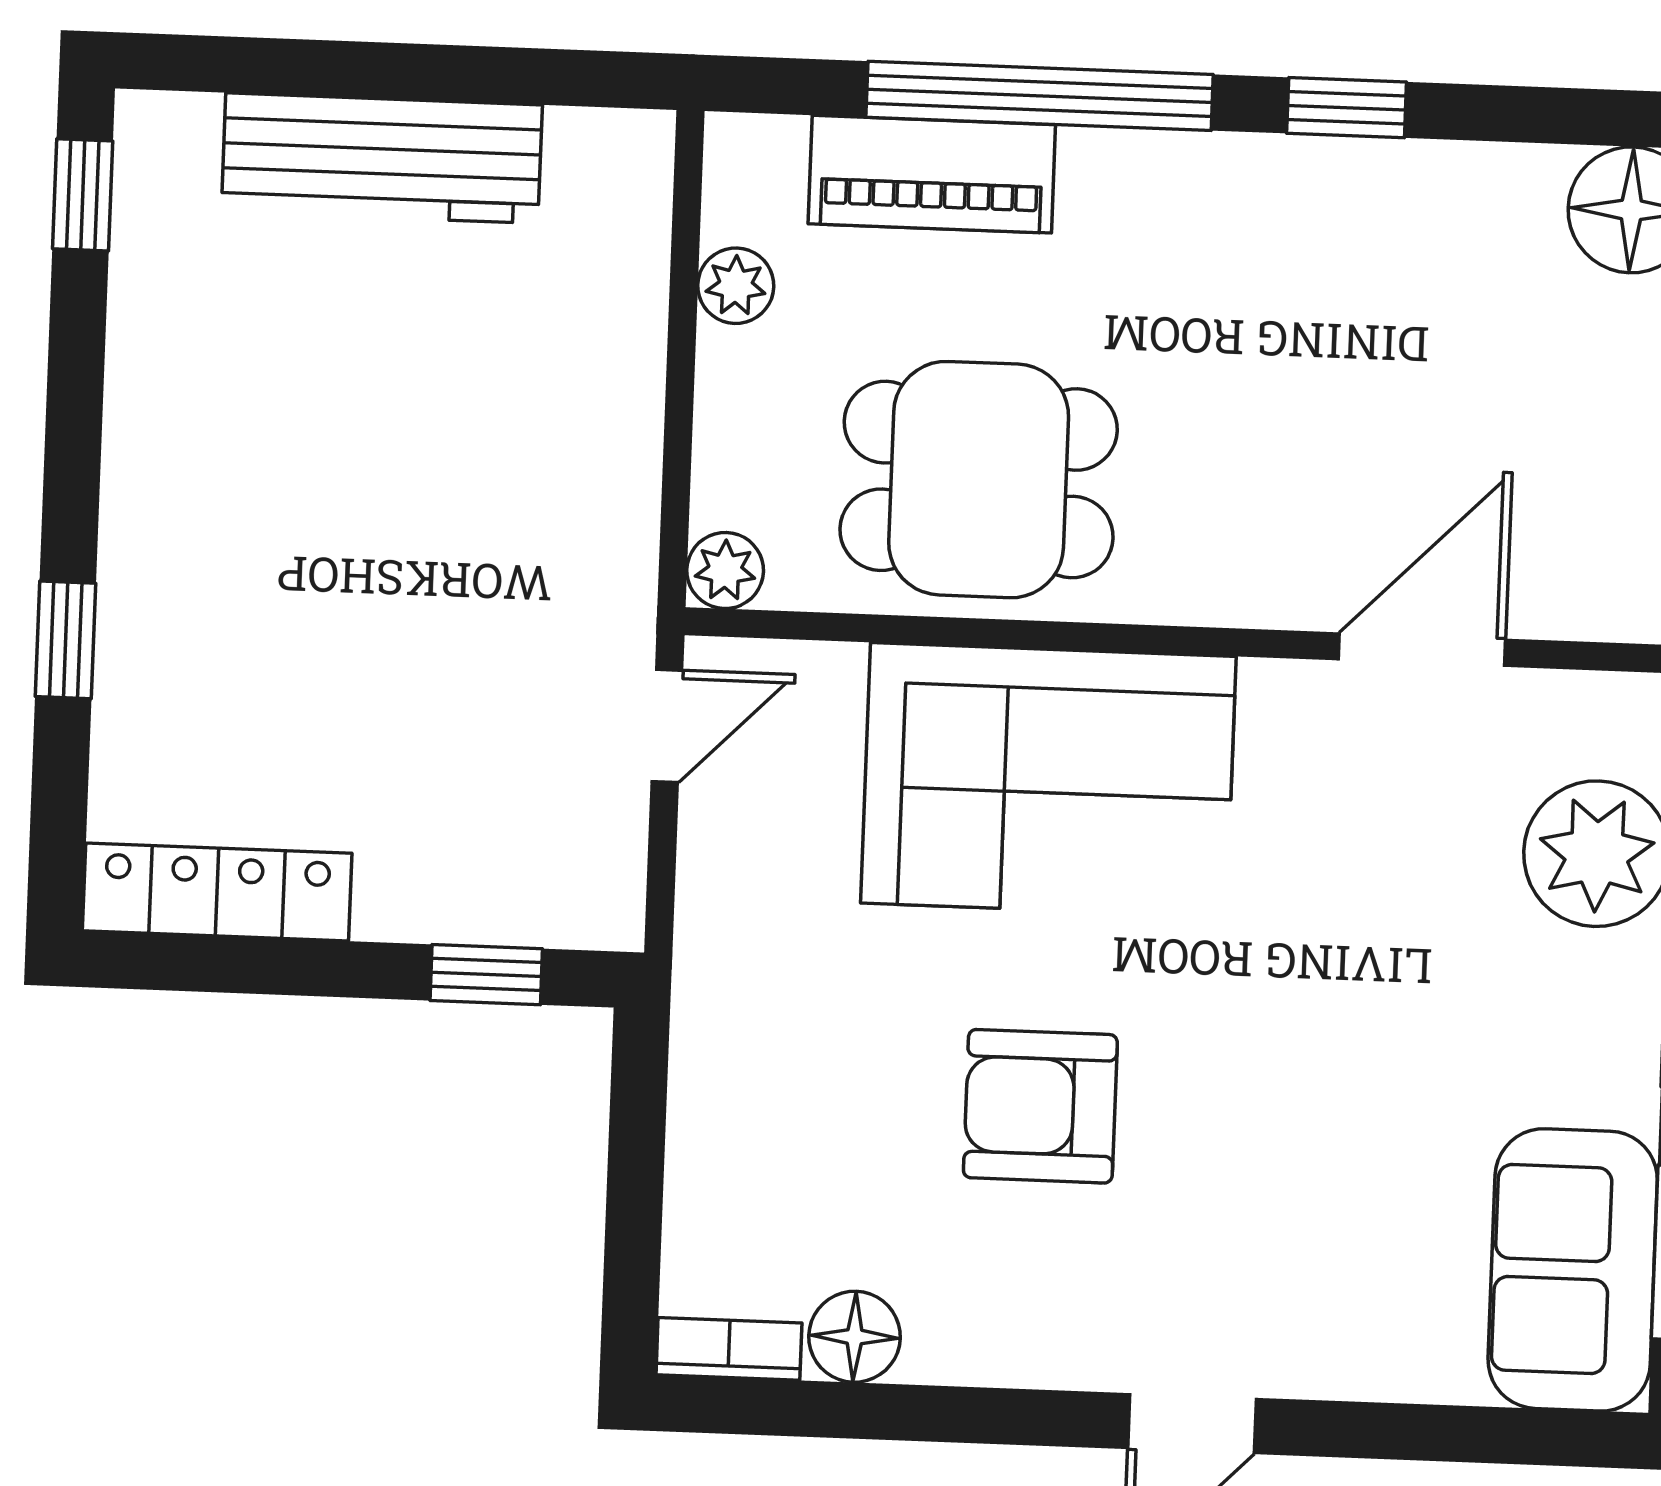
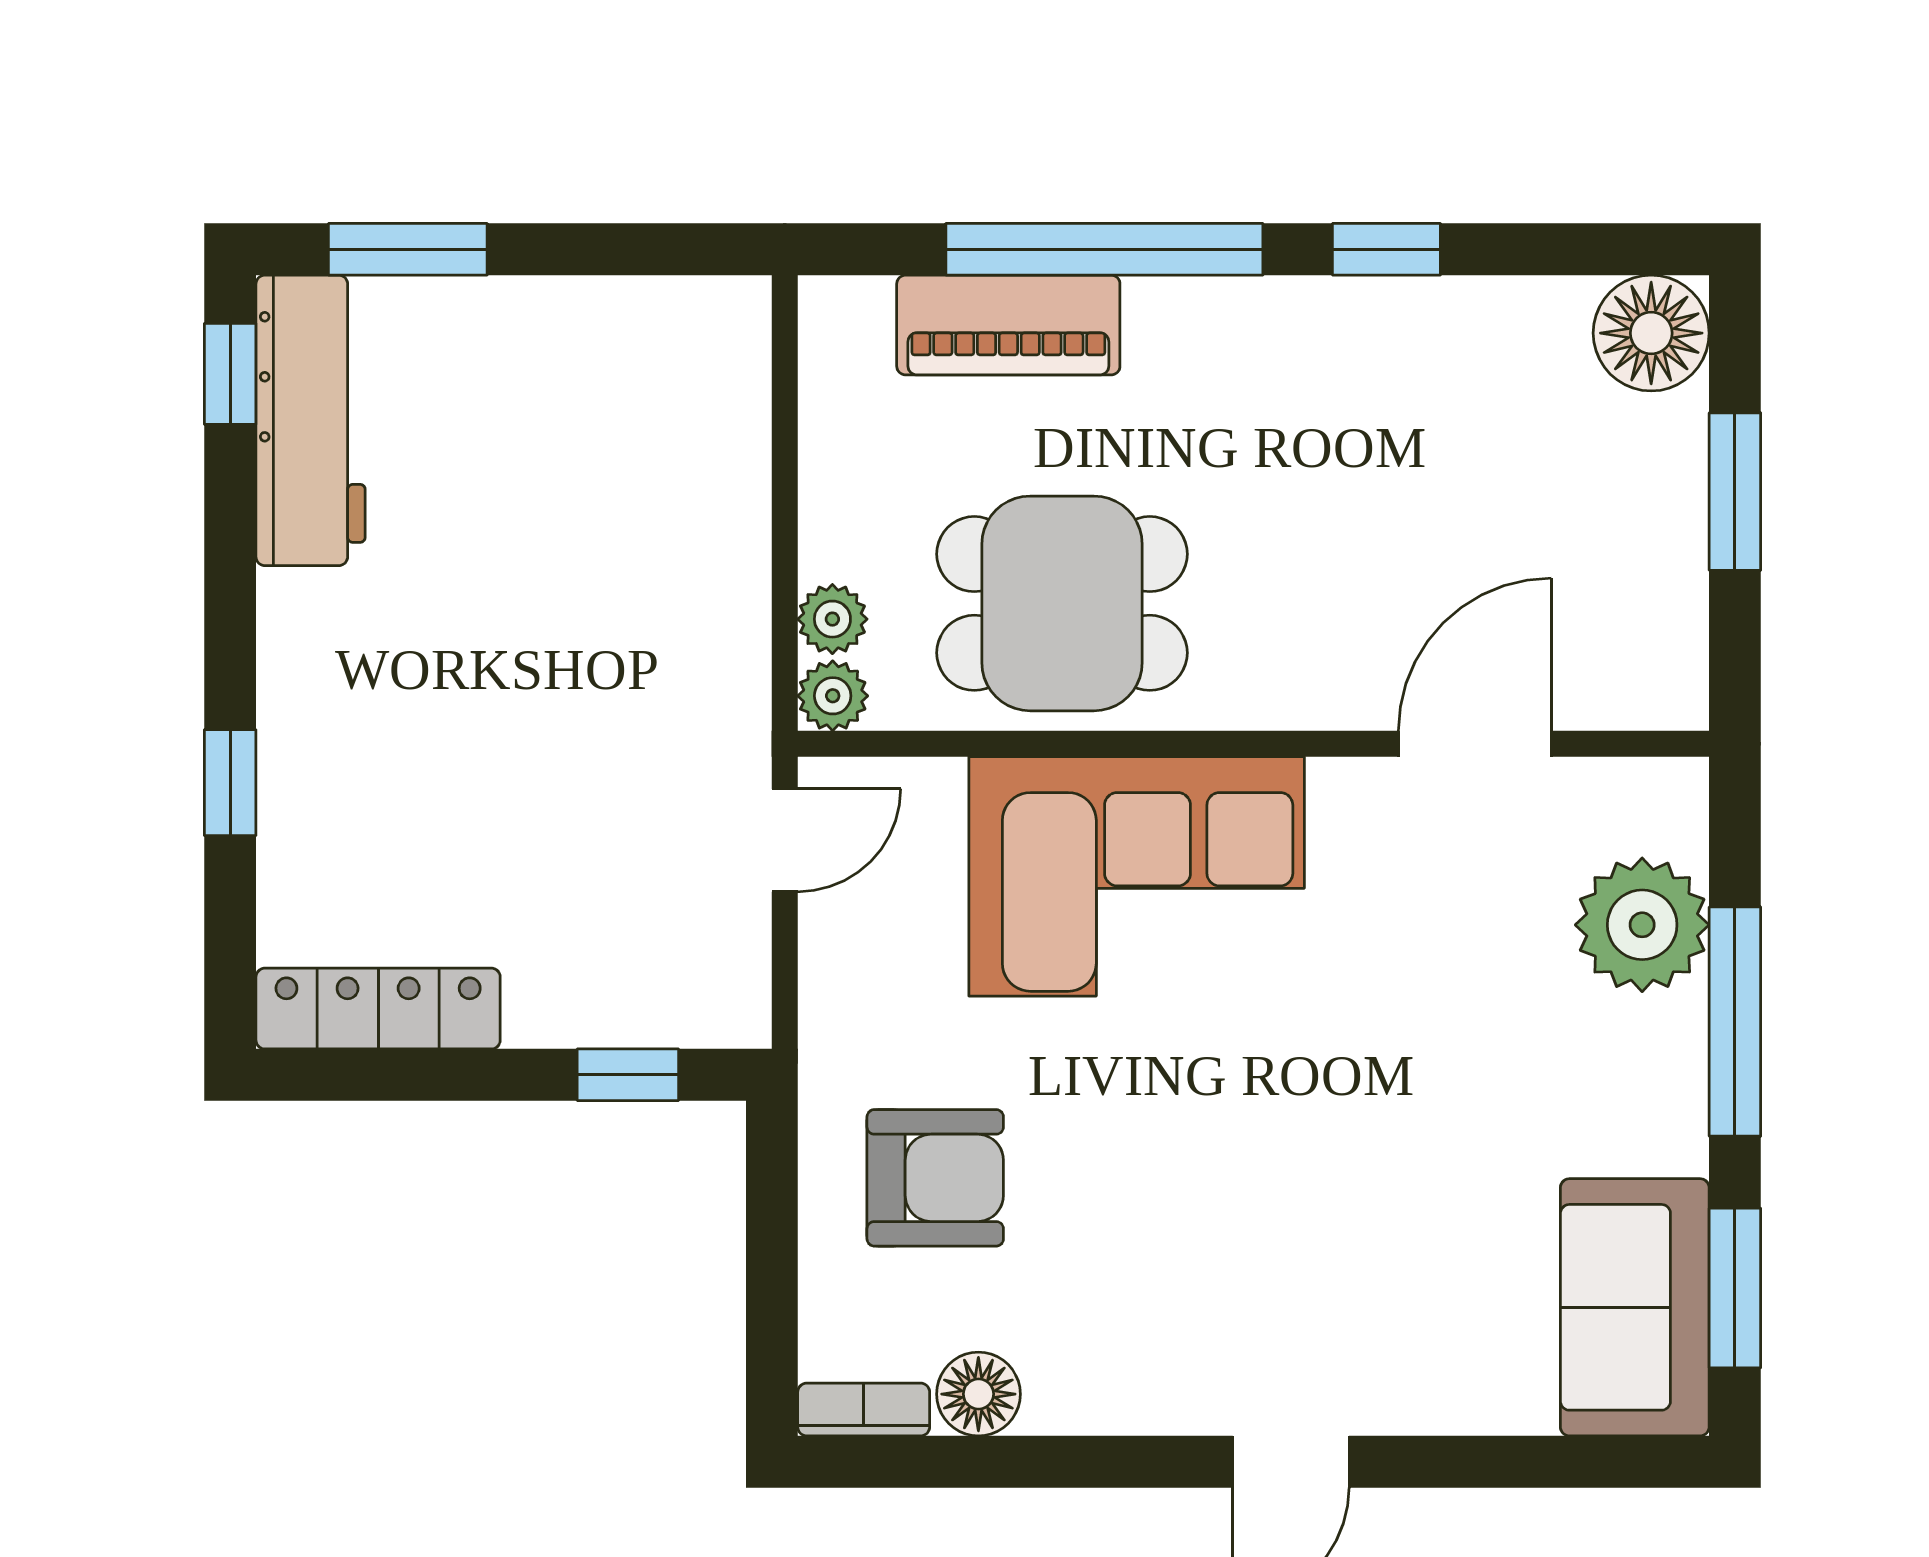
window: (281, 67) -> (408, 249), added
workbench: (382, 158) -> (311, 420), moved, turned -90
plant: (736, 286) -> (832, 619), moved
armchair: (1040, 1106) -> (935, 1178), moved, turned 180

